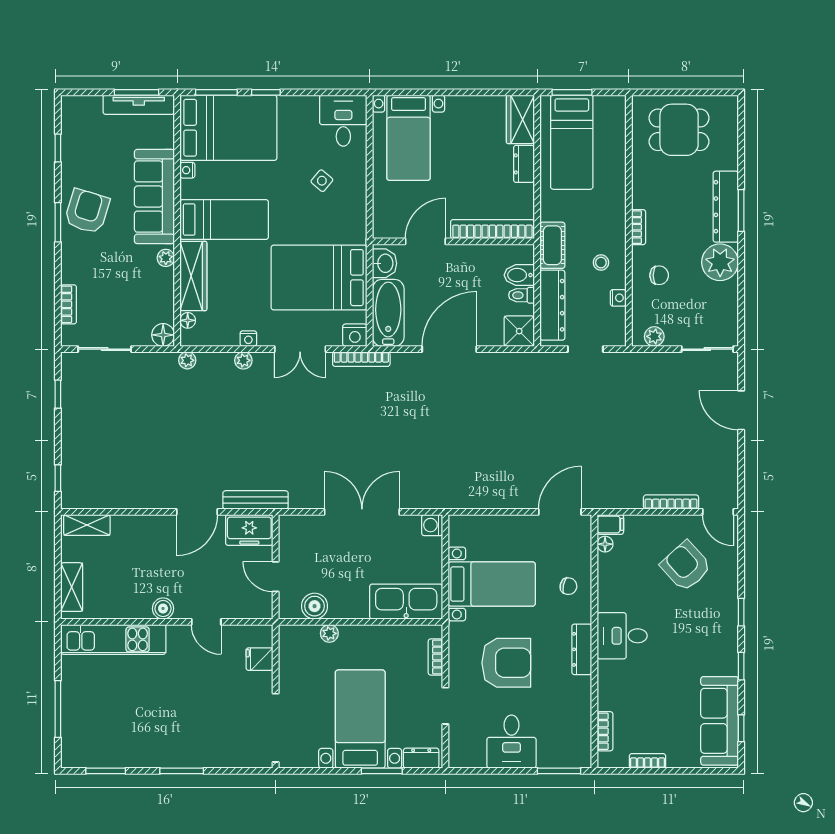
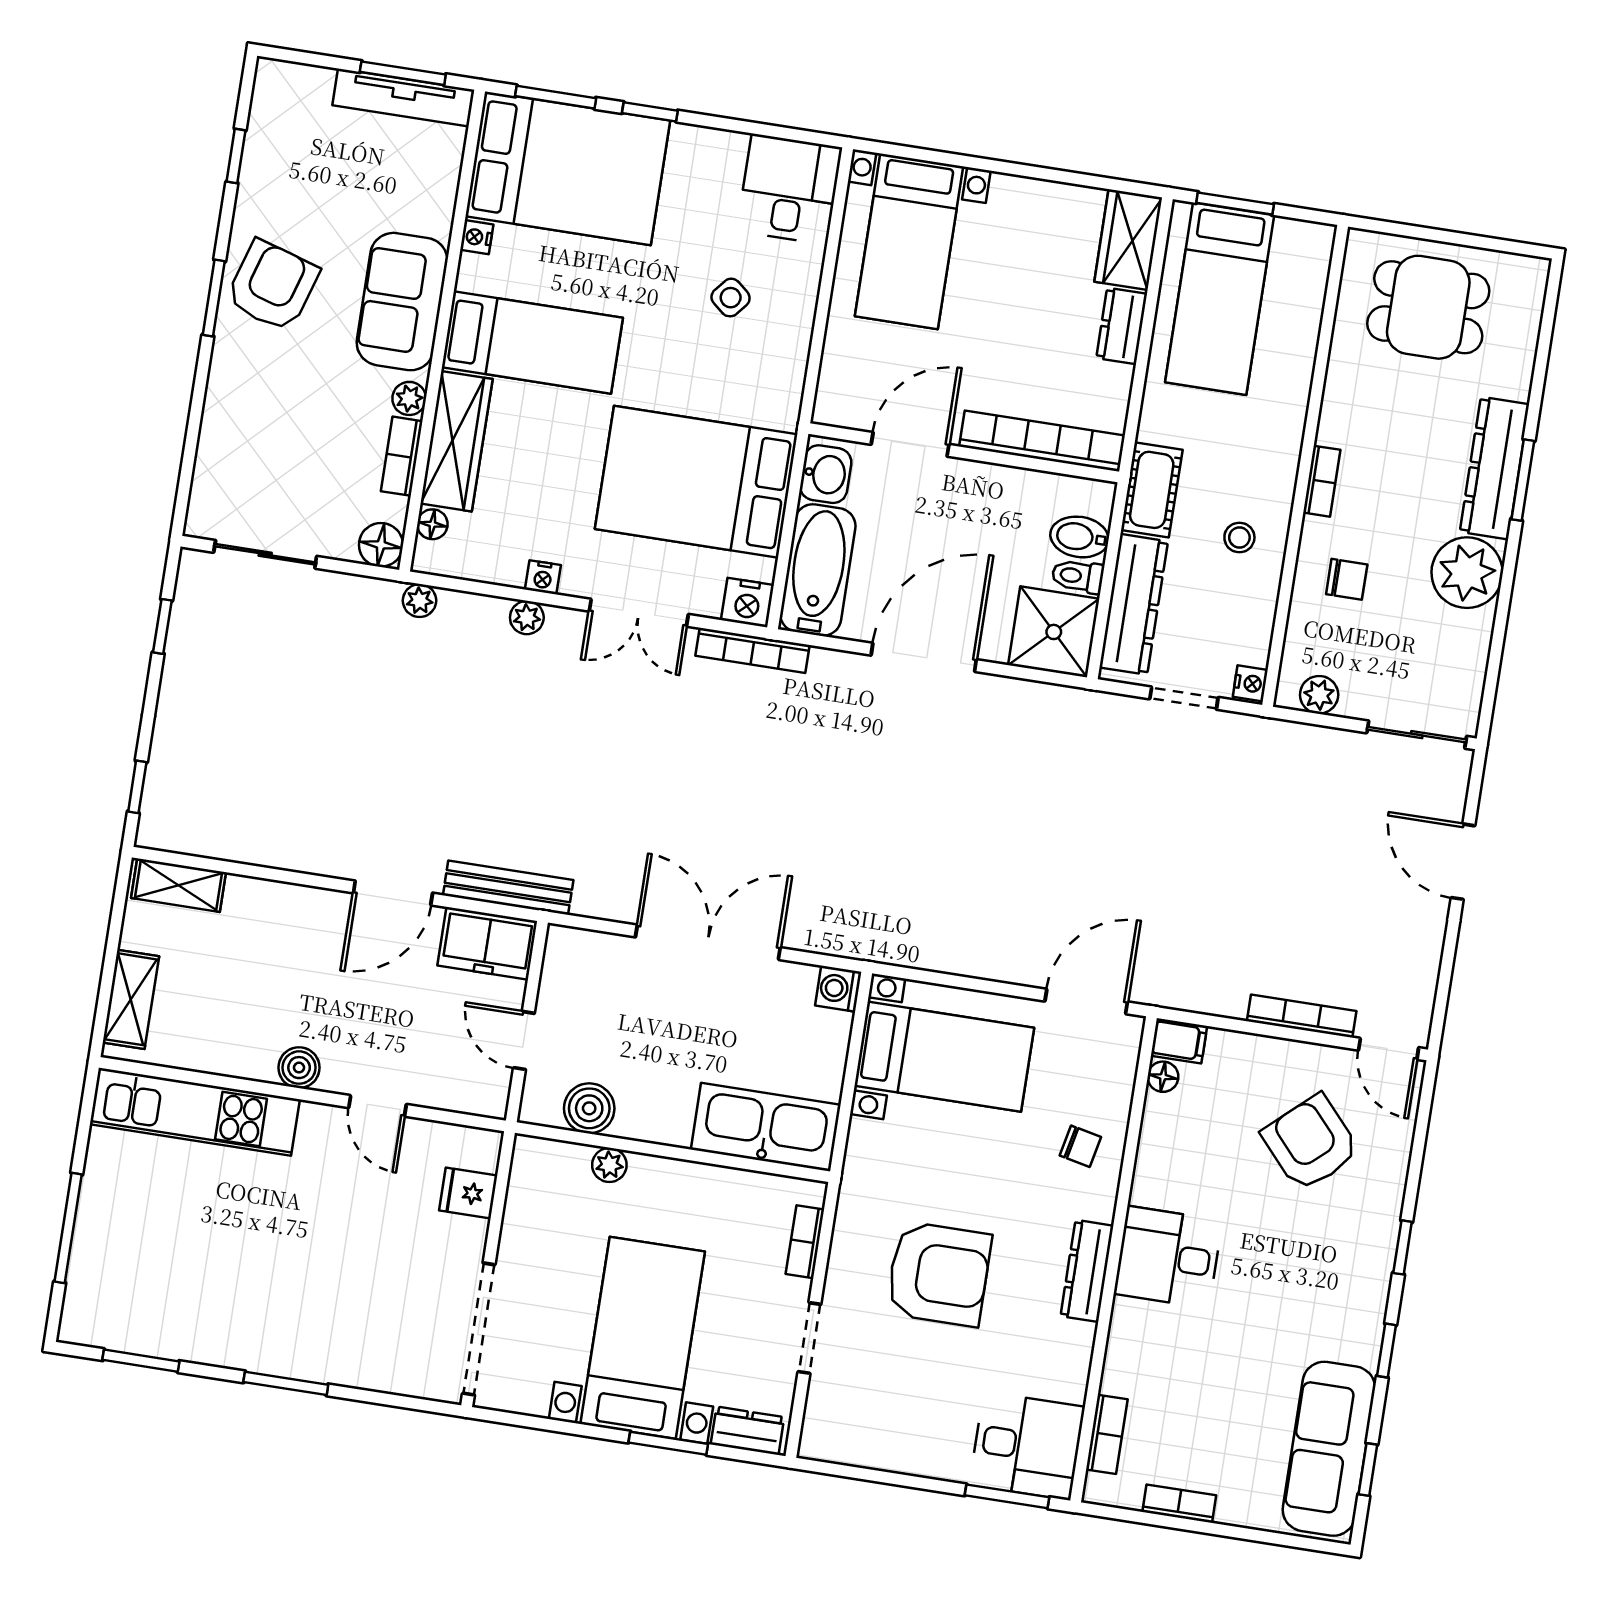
sofa: (154, 197) -> (402, 302), width x0.73
nightstand: (618, 298) -> (1250, 683), moved
bookcase: (69, 304) -> (402, 456), moved, turned 180
shower: (519, 331) -> (1054, 632), width x1.36, depth x1.36
bed with nightstands: (492, 584) -> (944, 1057), moved
desk: (512, 742) -> (1027, 1446), moved, turned -90

